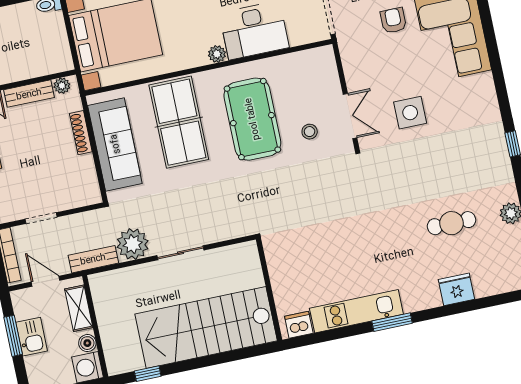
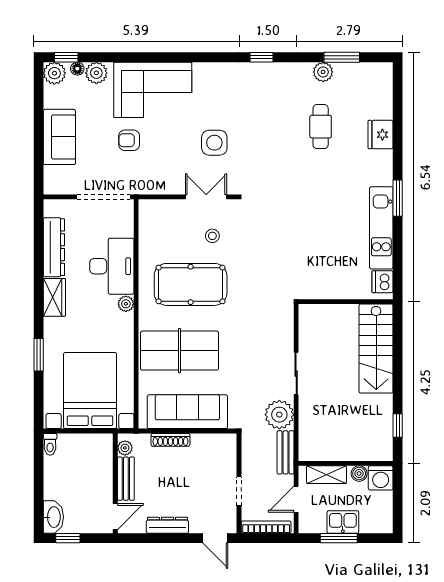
stairs: (206, 327) -> (376, 349), width x0.73, depth x0.66

